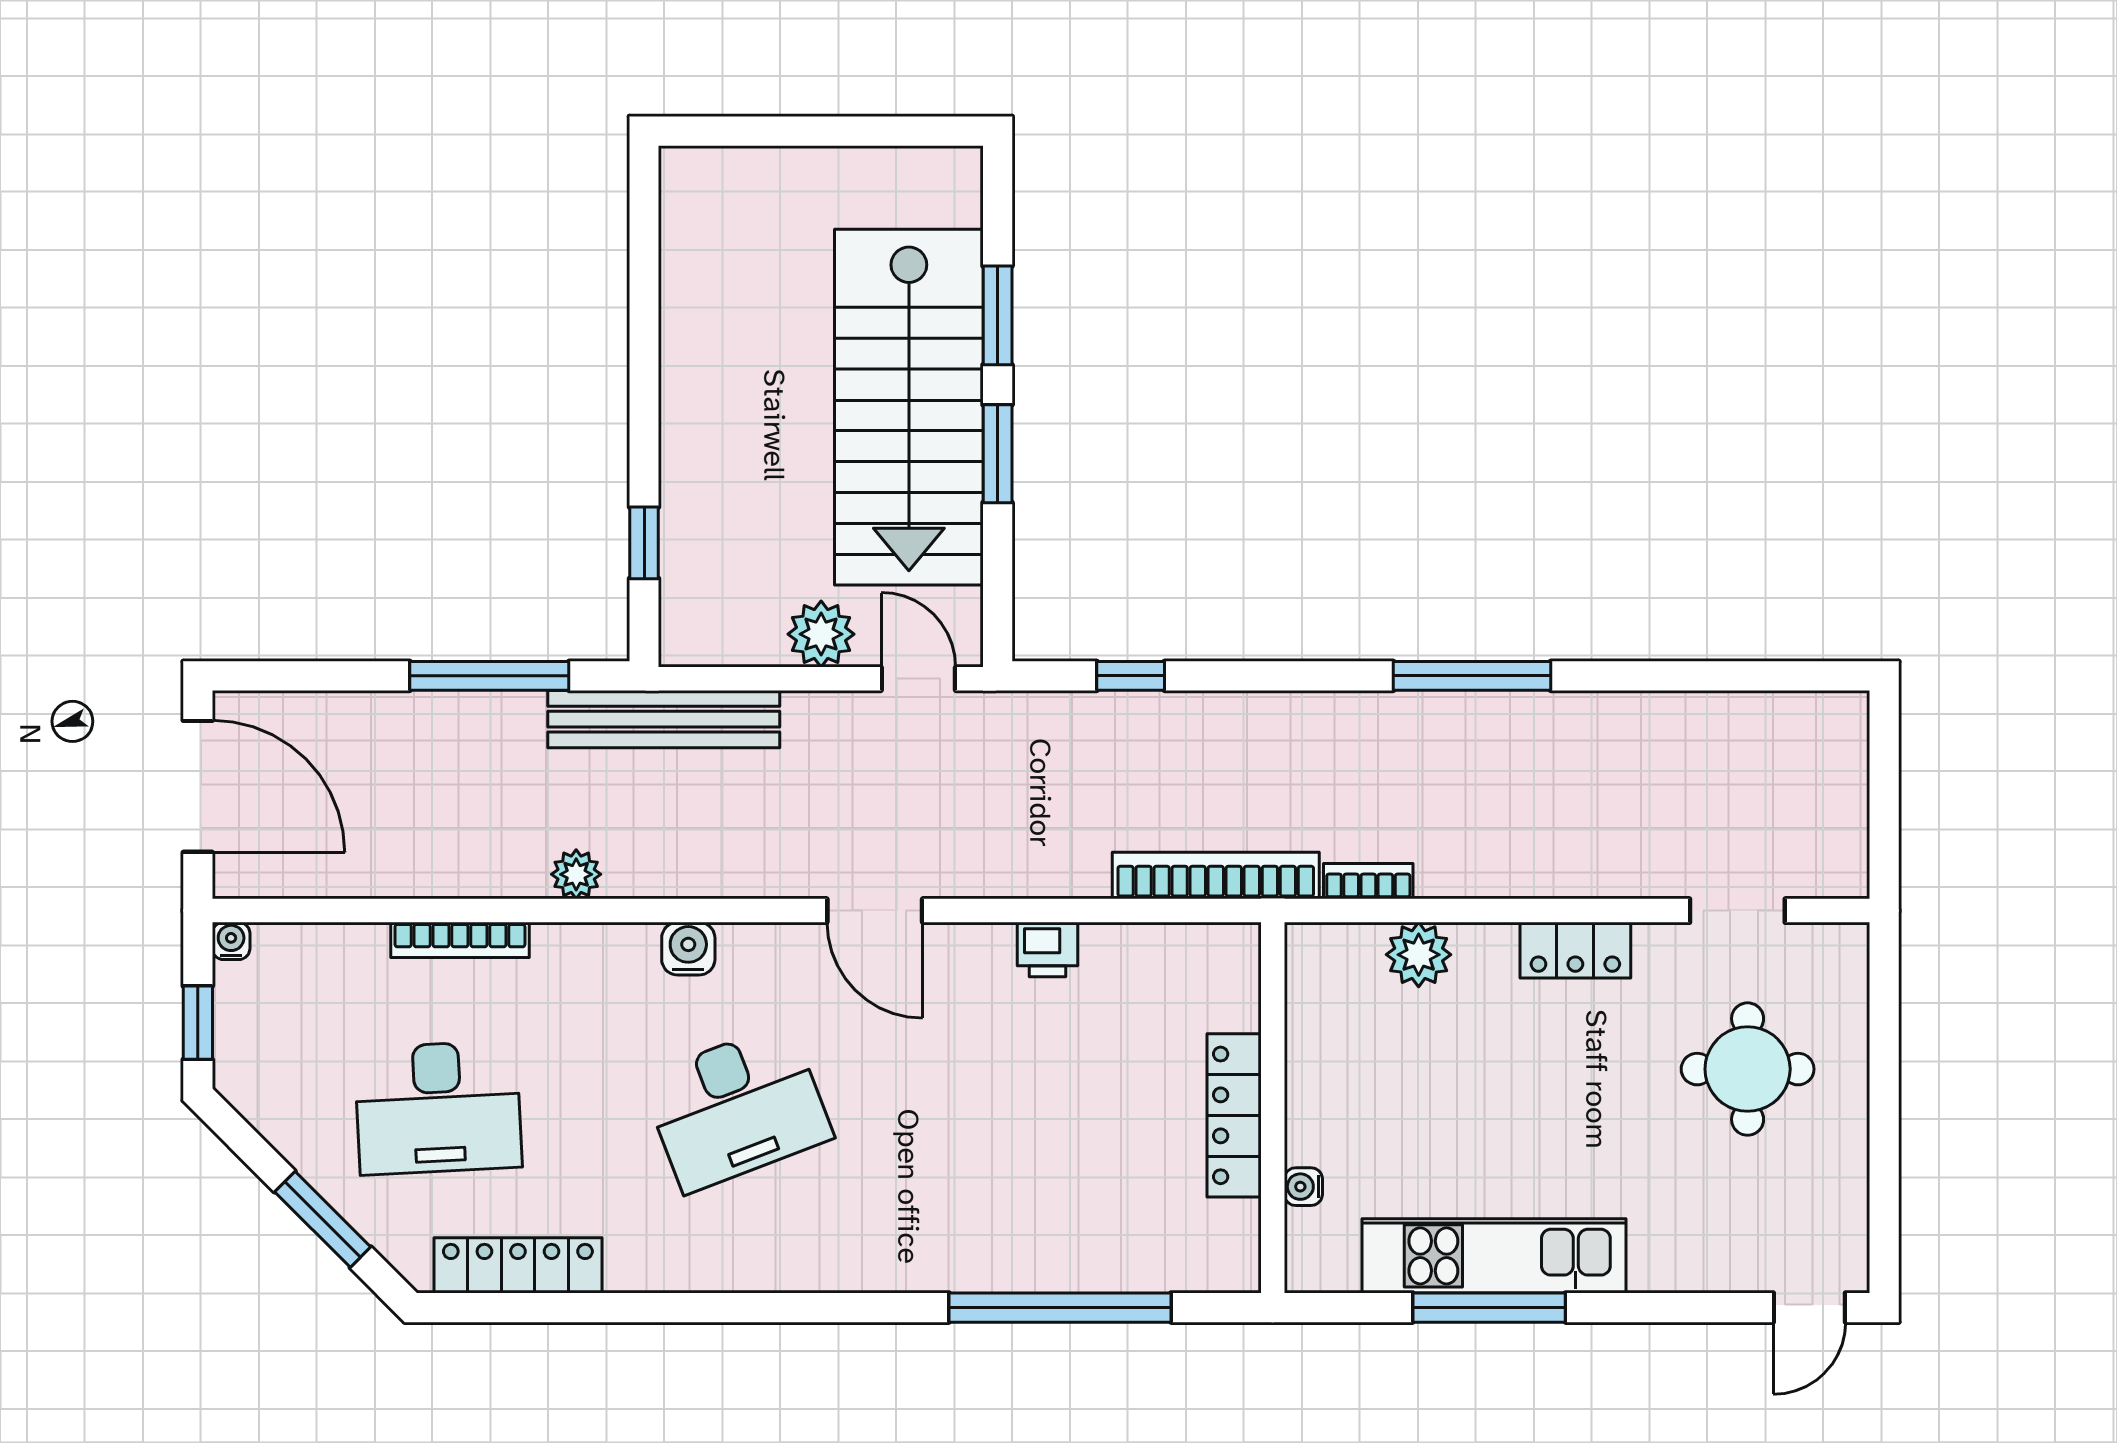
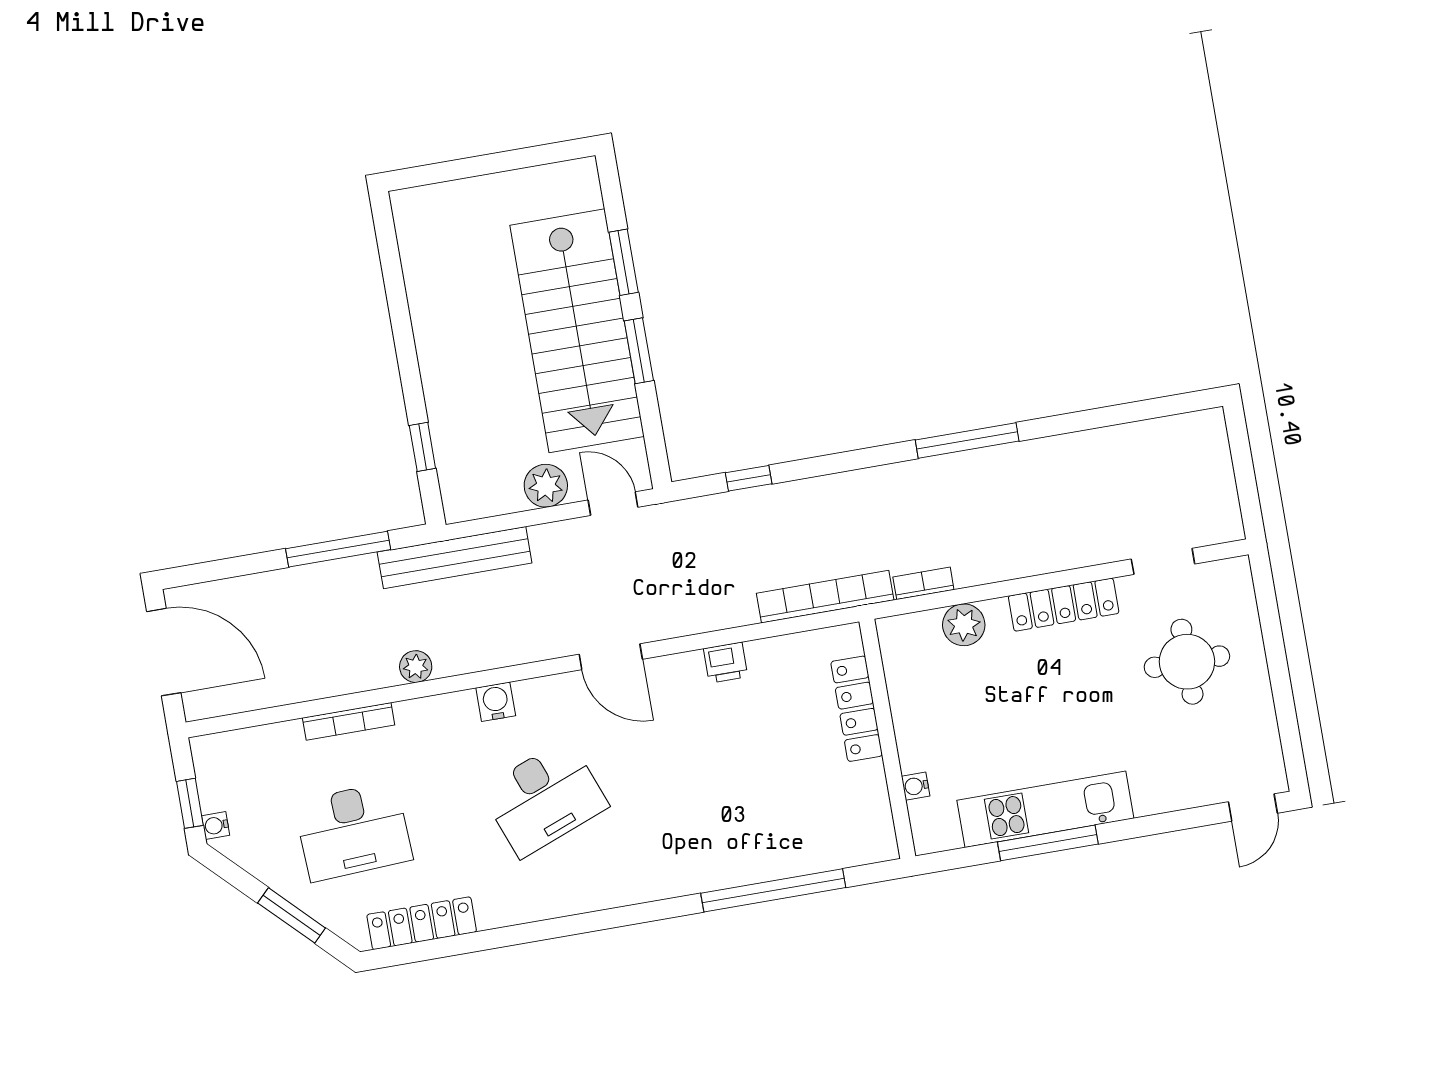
water cooler: (231, 941) -> (216, 825), moved, turned -90
locker: (1575, 950) -> (1064, 605), width x1.53
locker: (1234, 1115) -> (857, 709), moved

